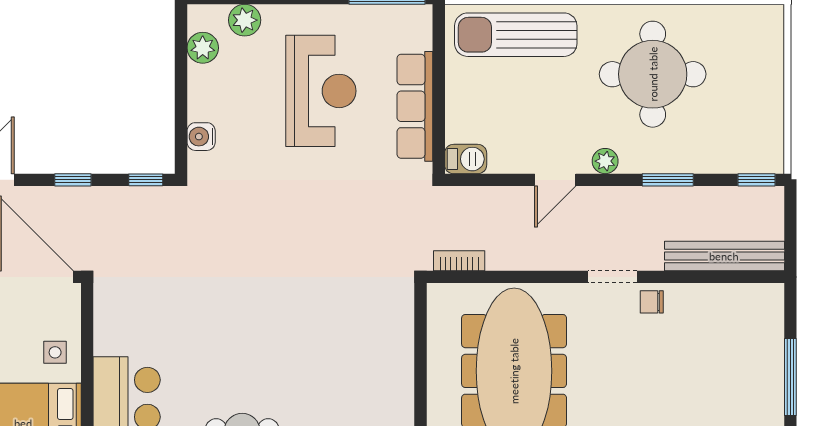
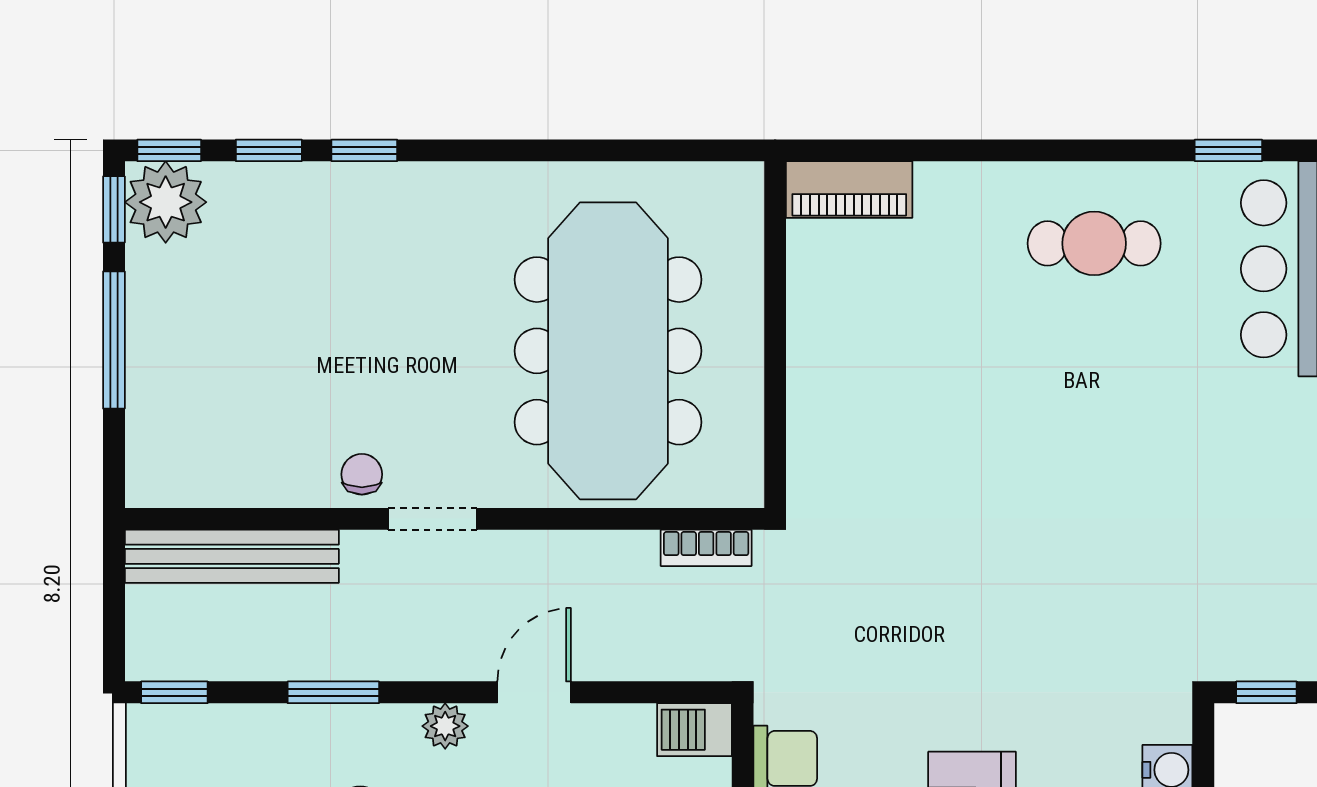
chair: (652, 302) -> (362, 474), turned -90

